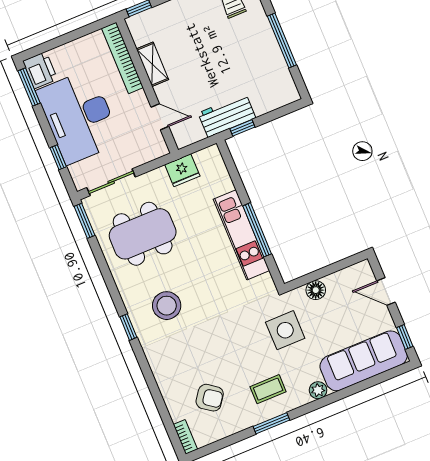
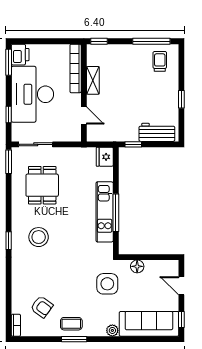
window: (282, 41) -> (181, 99), width x0.46
workbench: (227, 115) -> (157, 132), moved
fridge: (182, 170) -> (105, 157), moved, turned 90
dining table: (143, 234) -> (42, 185), width x0.73
coffee table: (268, 389) -> (71, 324), moved

